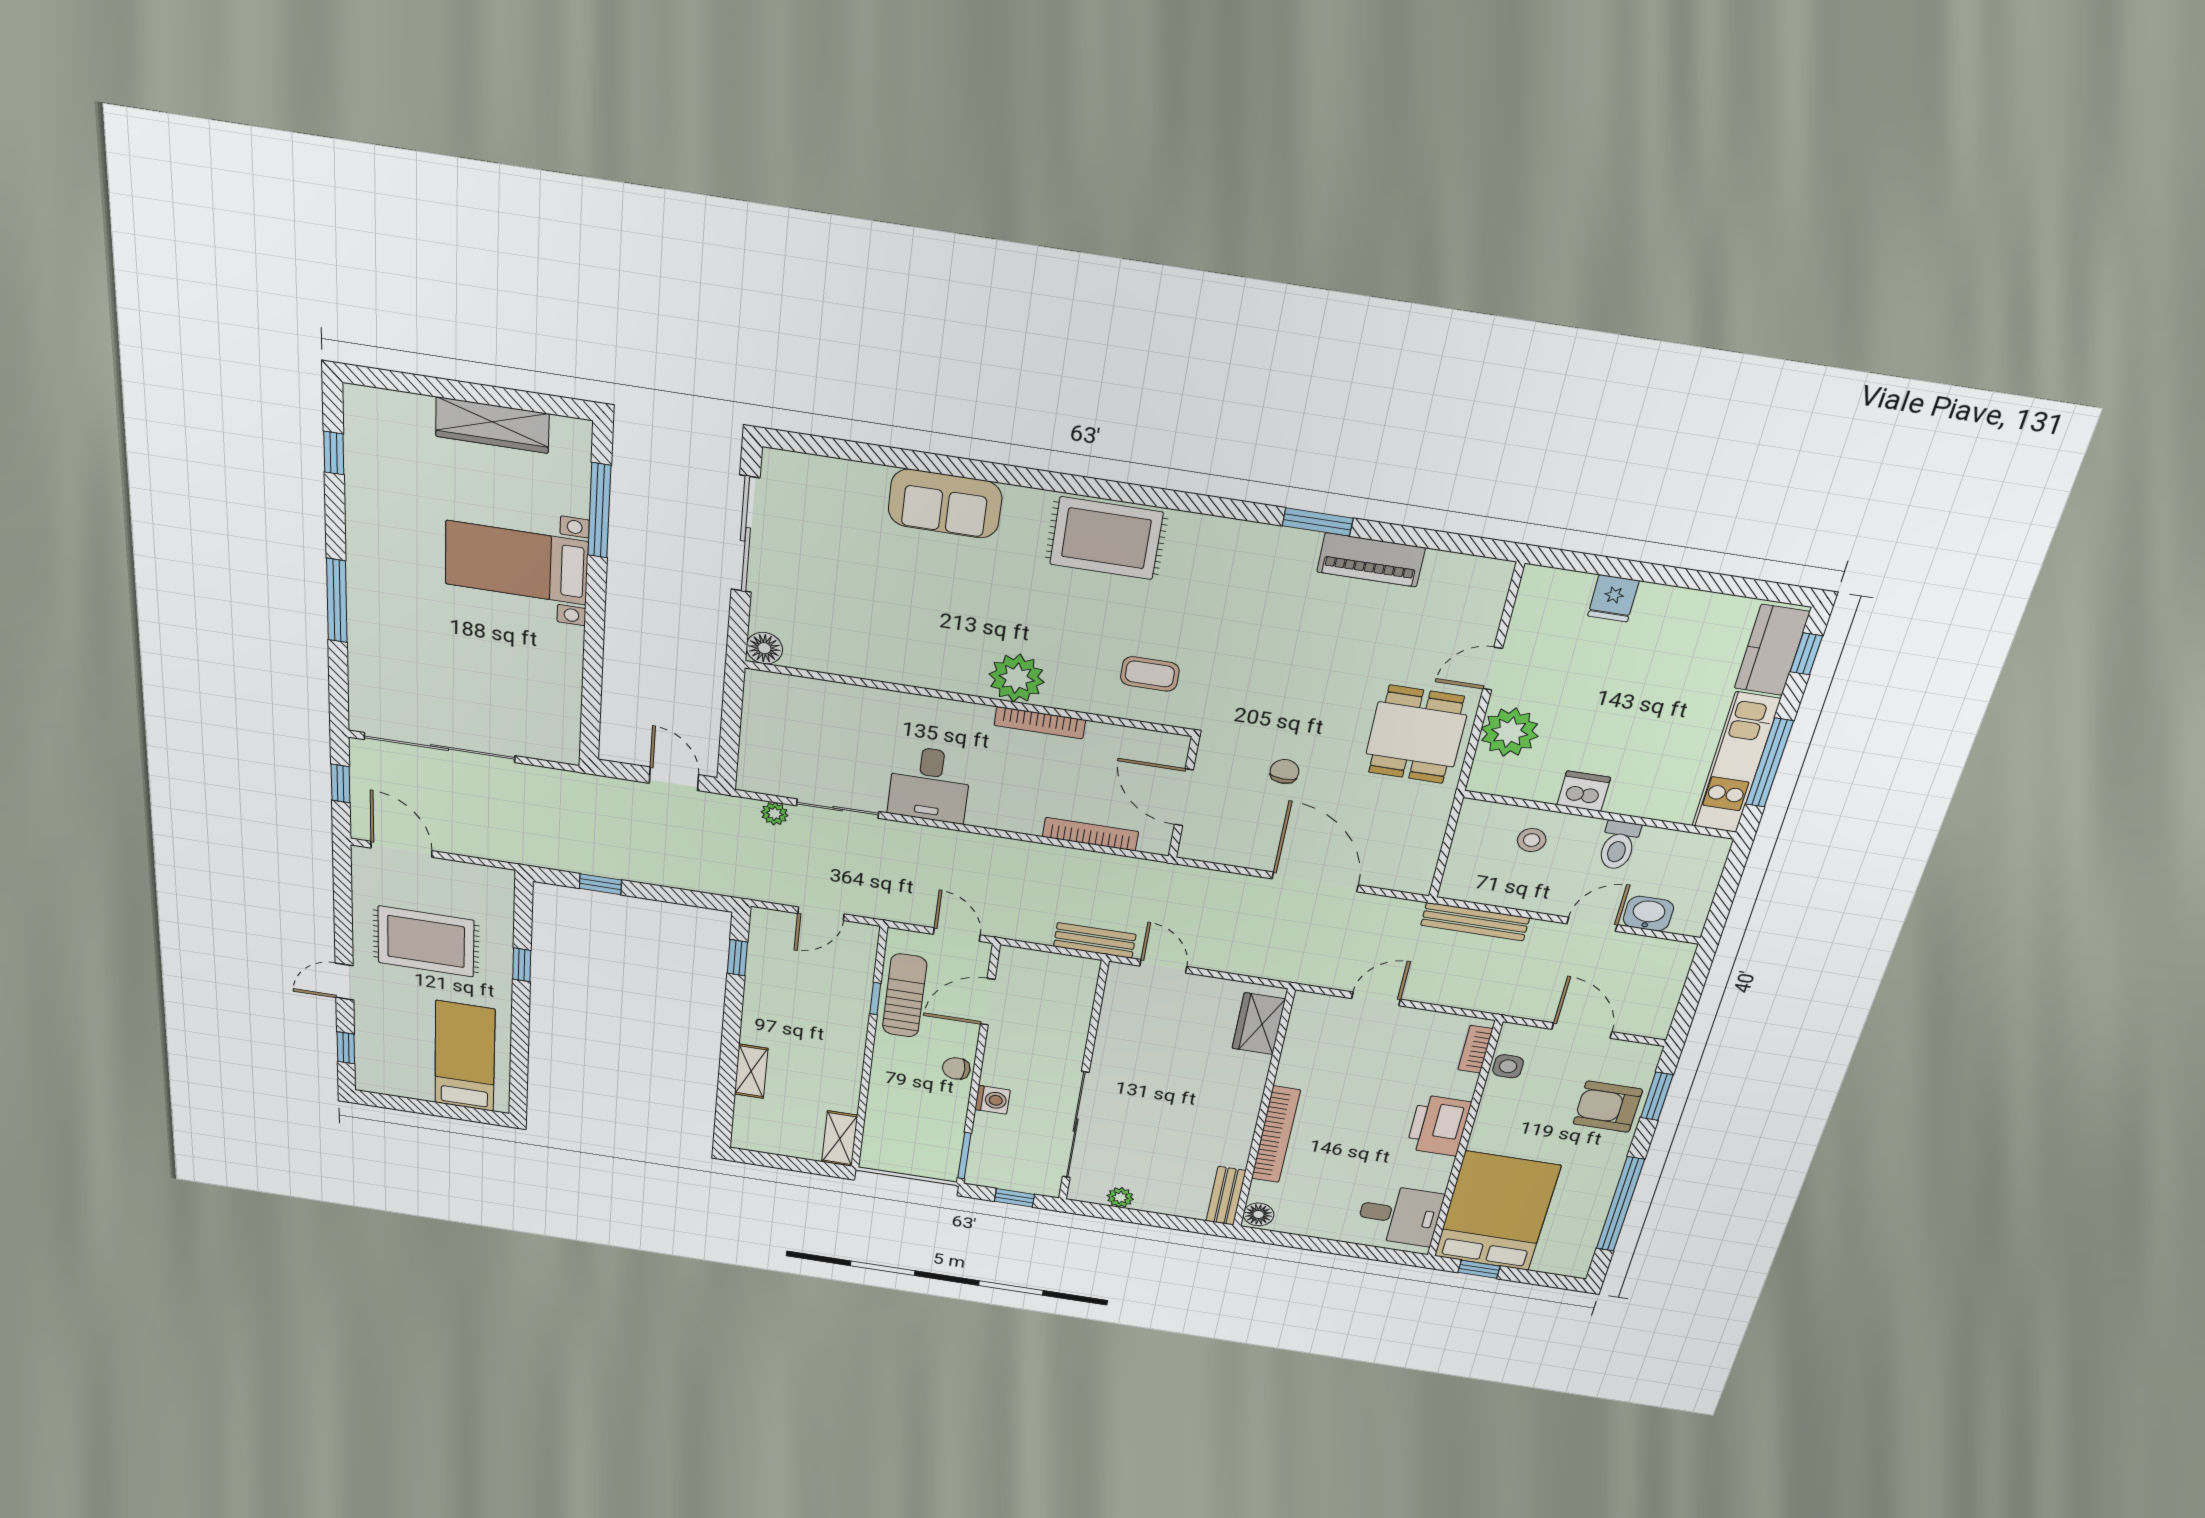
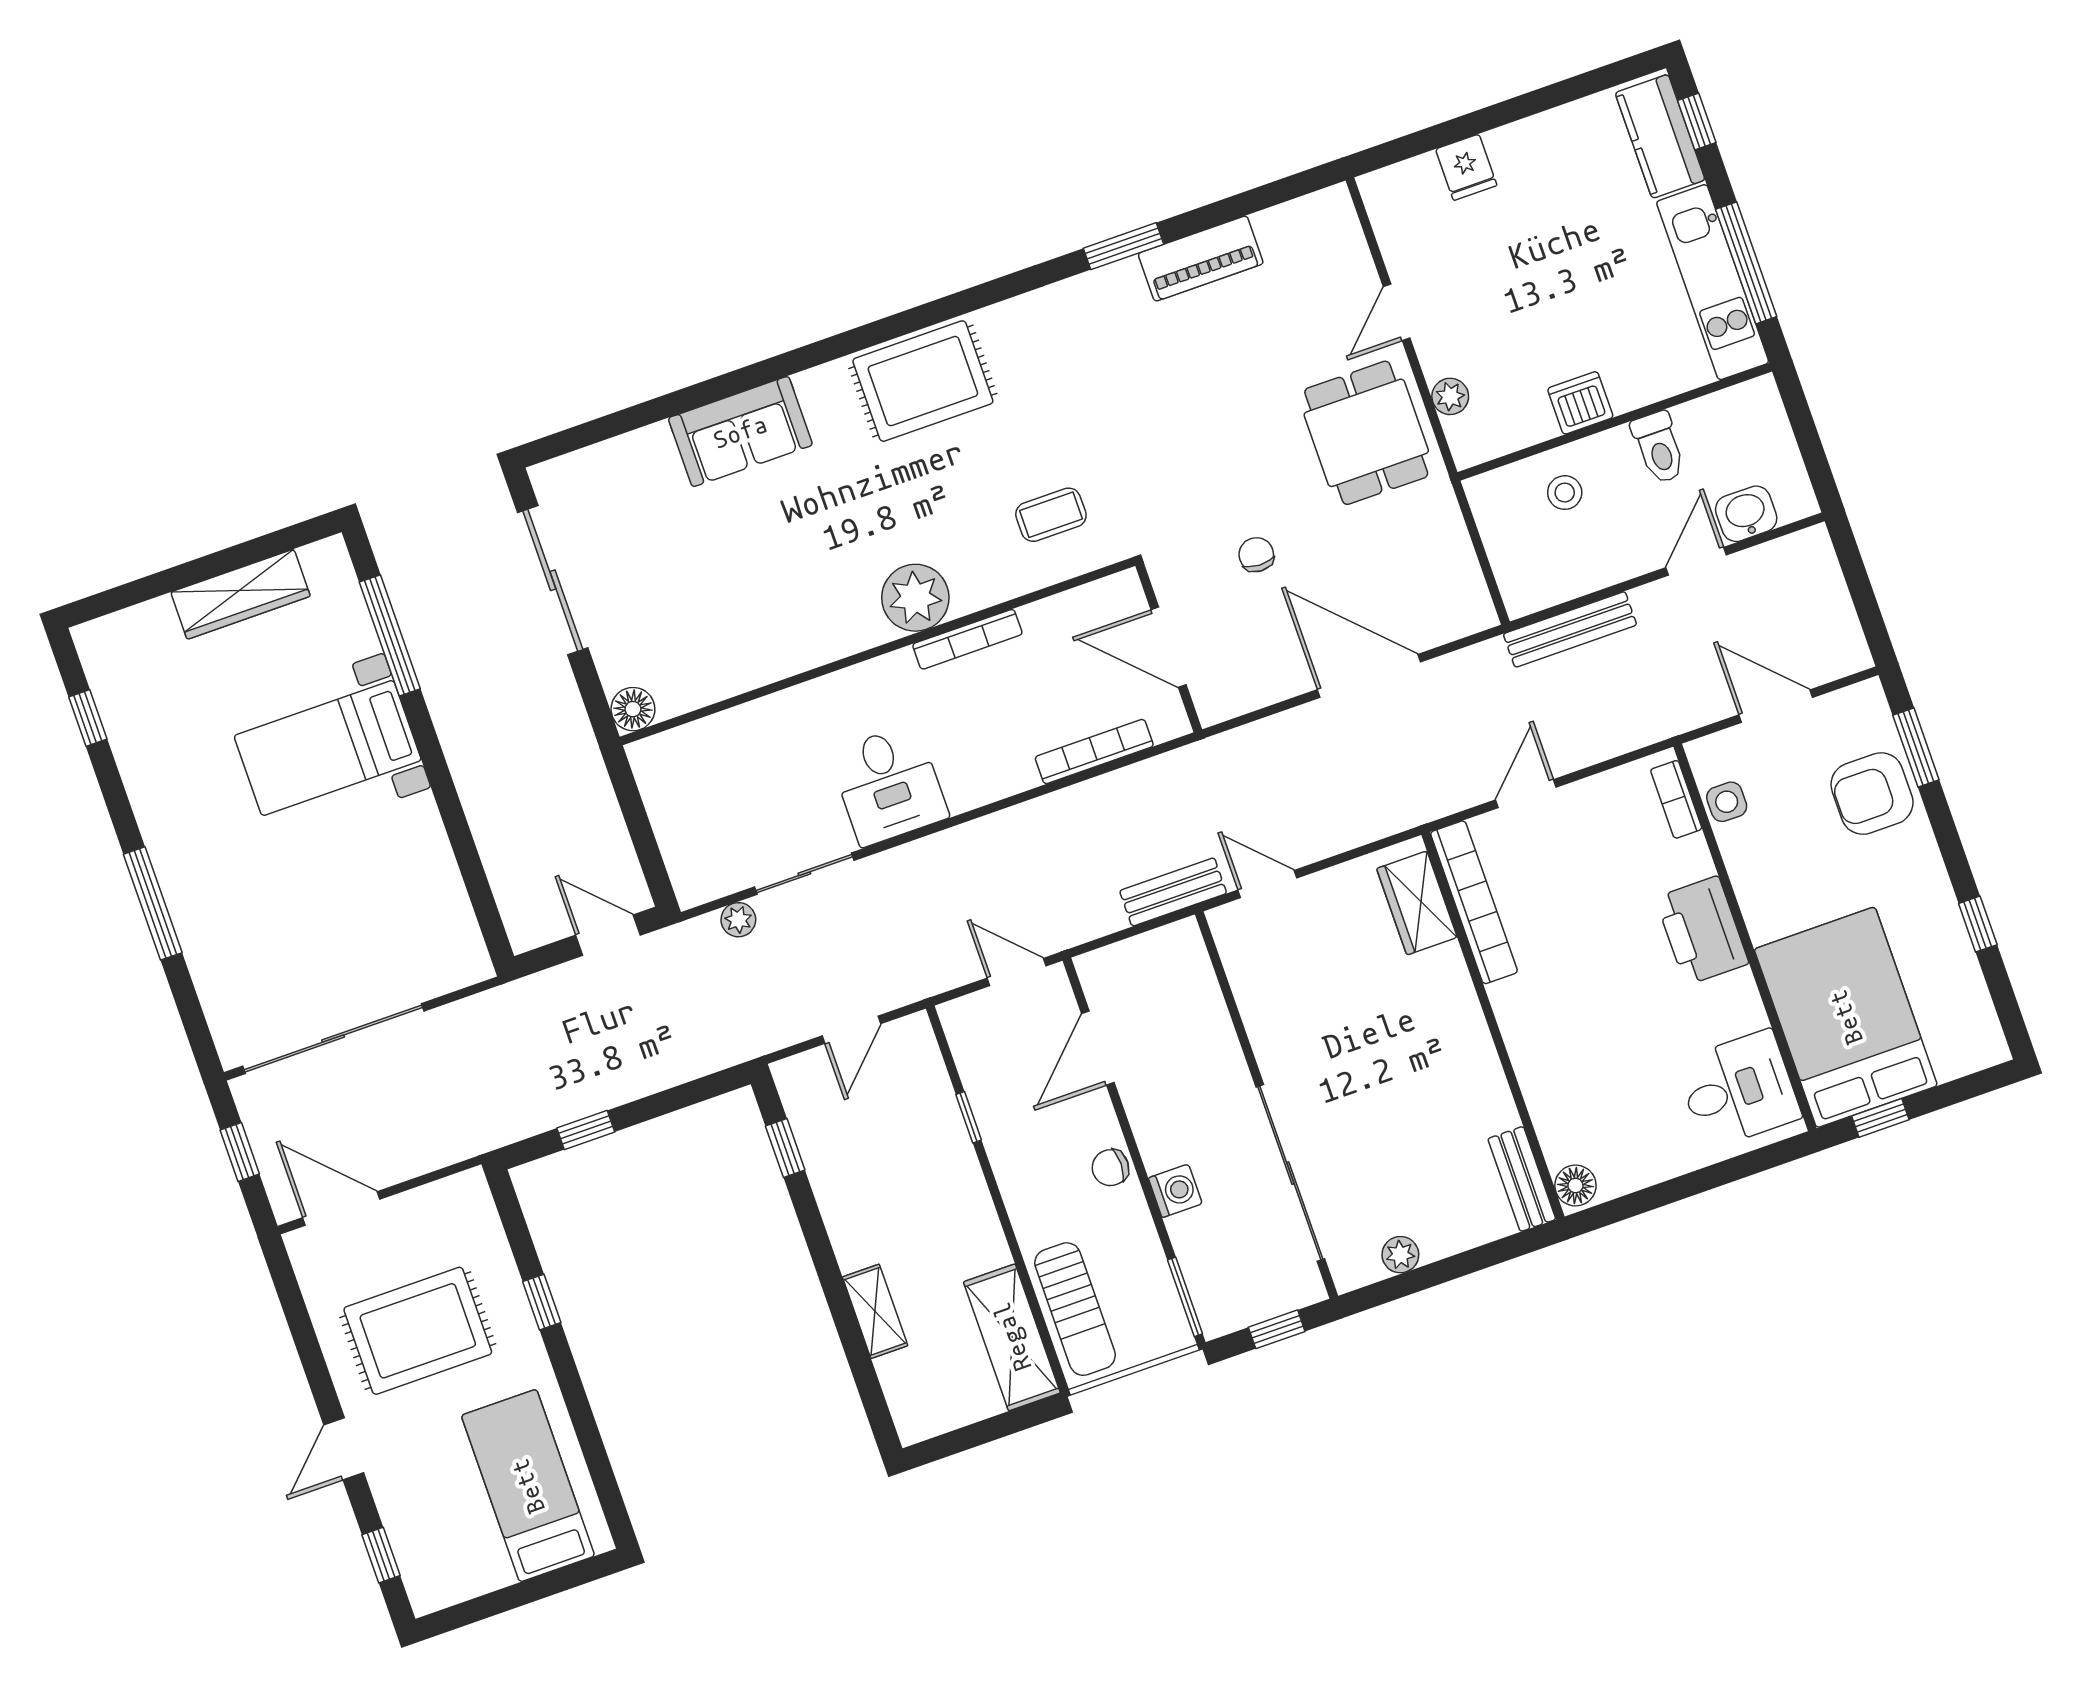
plant: (1510, 732) -> (1450, 396), width x0.53, depth x0.53
sun lounger: (905, 996) -> (1075, 1309), moved, turned 180
bookcase: (1276, 1135) -> (1474, 902), moved
shelving: (840, 1139) -> (1012, 1337), width x1.50, depth x1.33
window: (1620, 1204) -> (1978, 924), width x0.32

